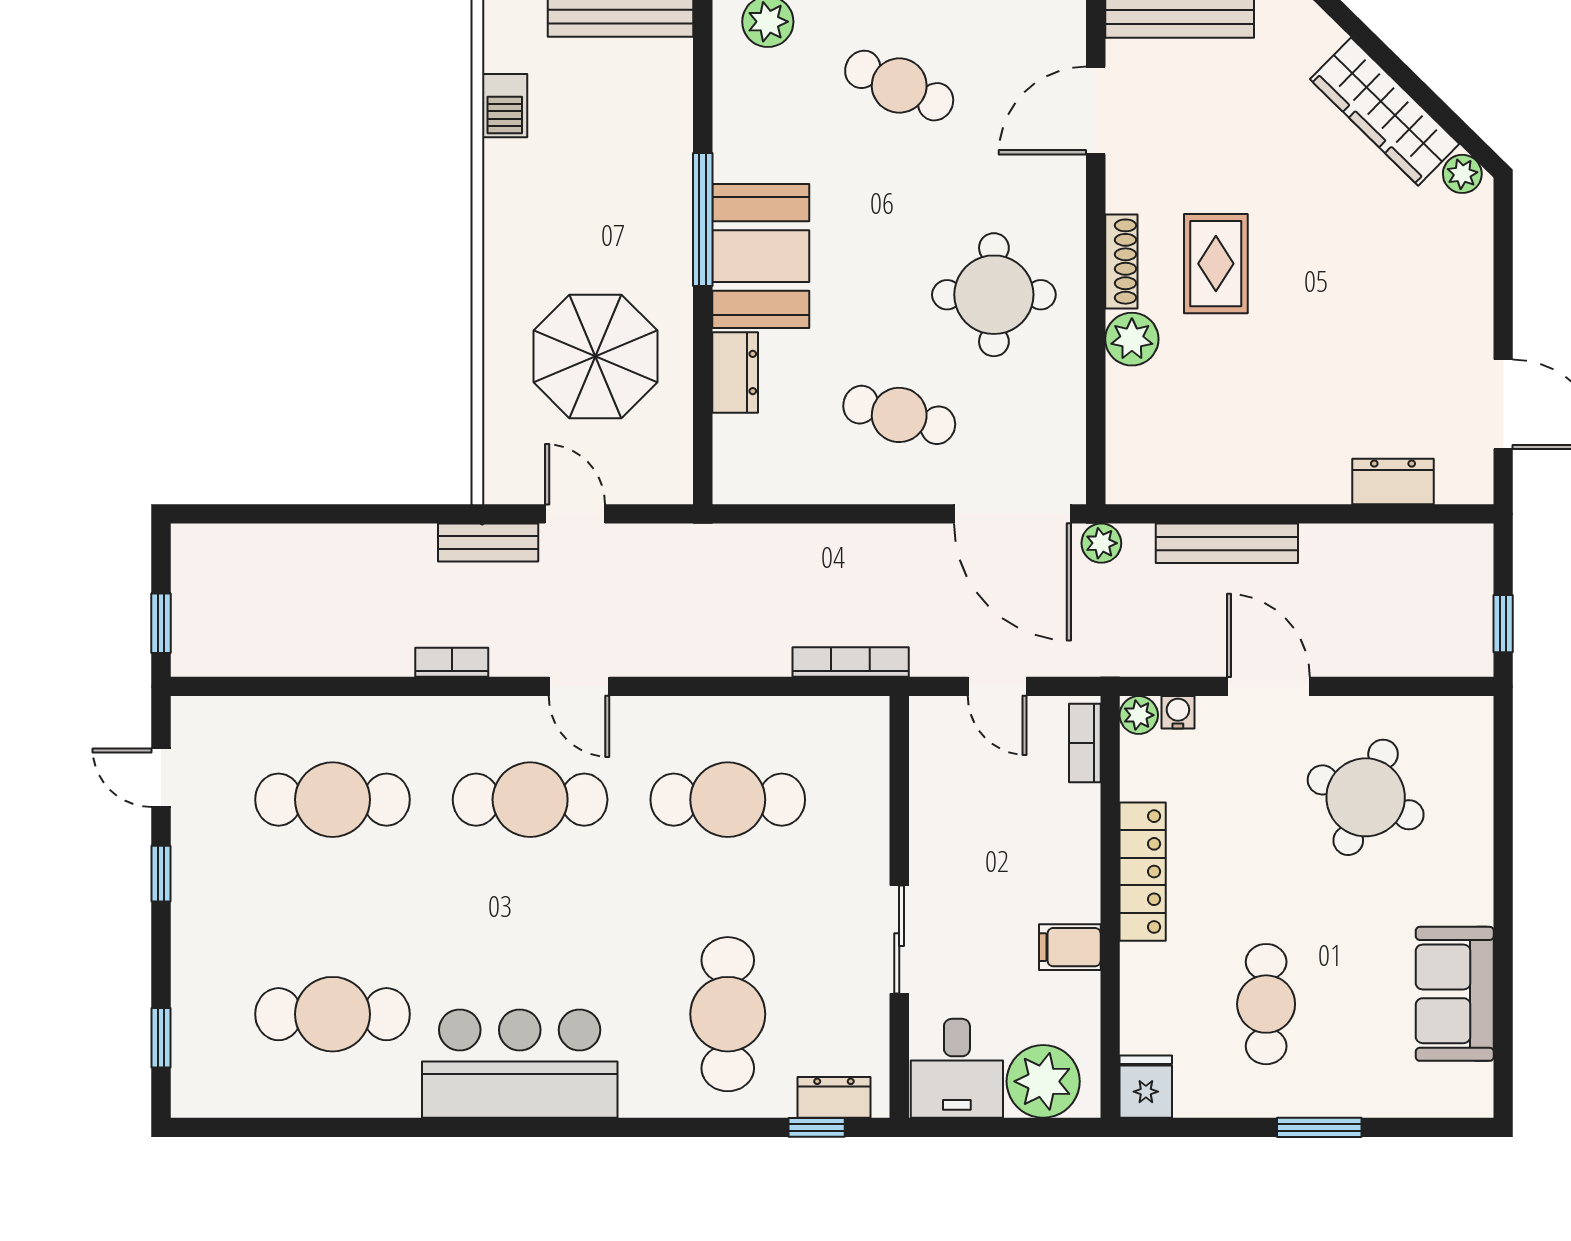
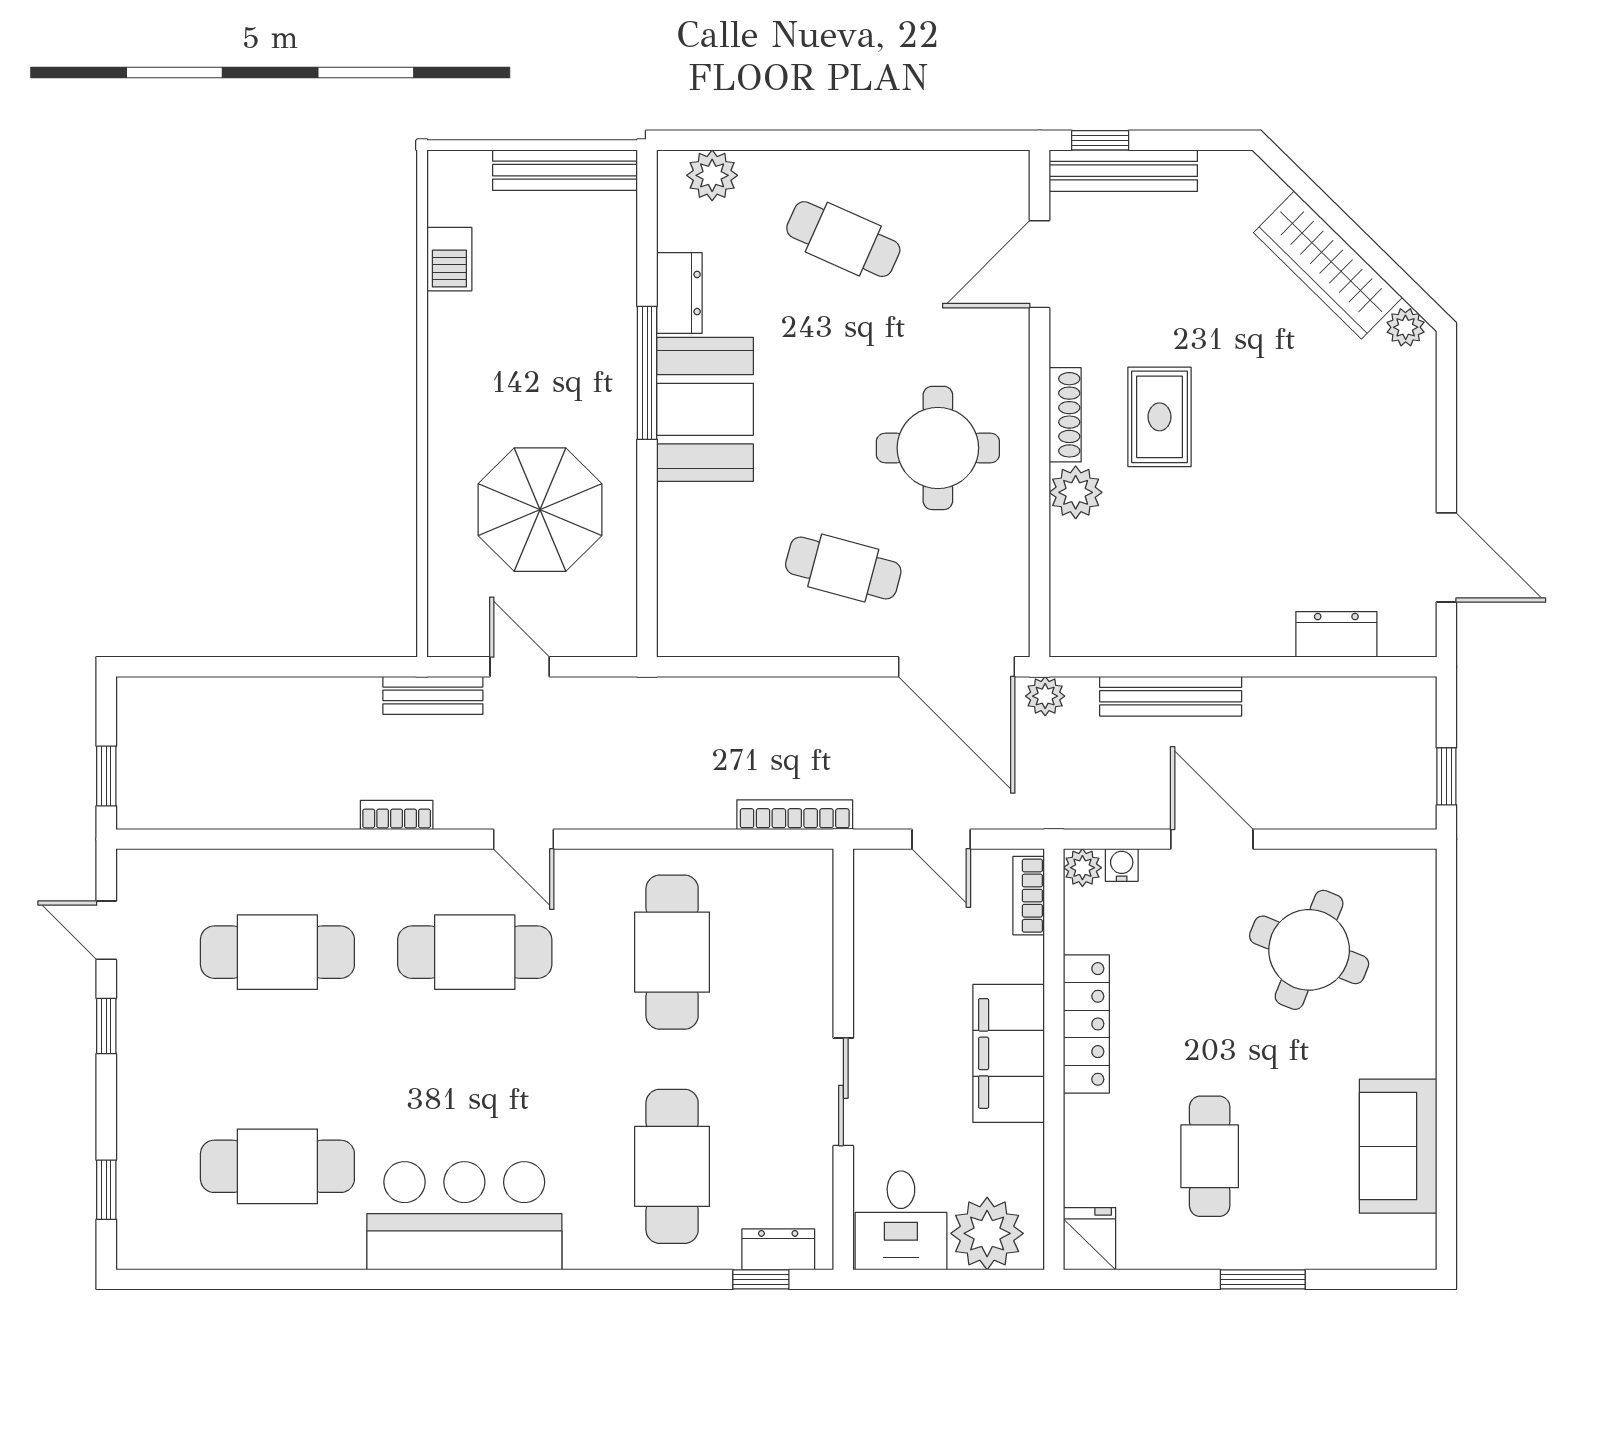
dresser: (735, 372) -> (679, 293), moved
cafe table: (728, 800) -> (672, 952), turned 90
filing cabinet: (1070, 947) -> (1009, 1053), width x3.00, depth x1.17

